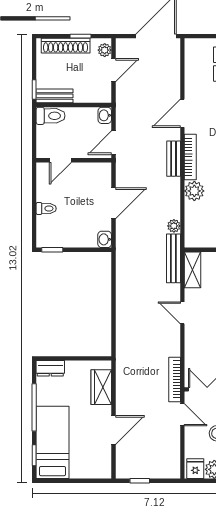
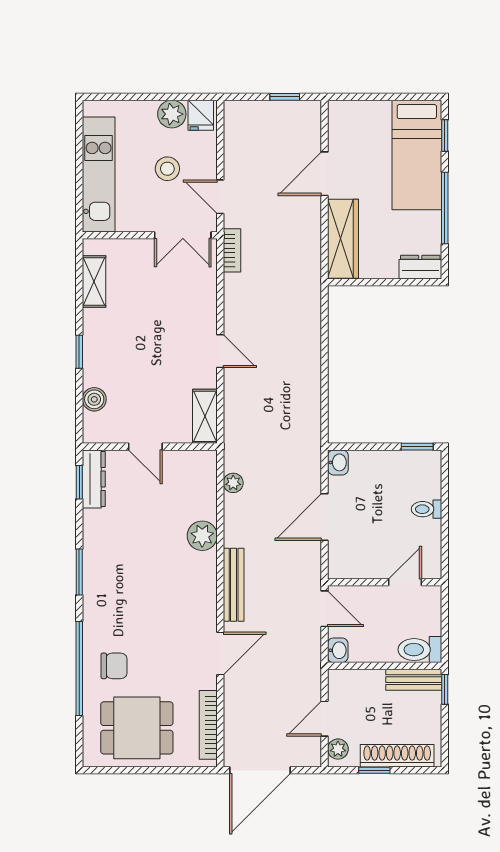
door: (113, 143) -> (325, 609), hinge flipped
bookcase: (190, 157) -> (208, 725), moved
bench: (174, 159) -> (234, 585), width x1.36
bench: (173, 258) -> (234, 434), removed
bookcase: (175, 379) -> (232, 250), width x0.64
wardrobe: (101, 387) -> (343, 239), width x1.50

